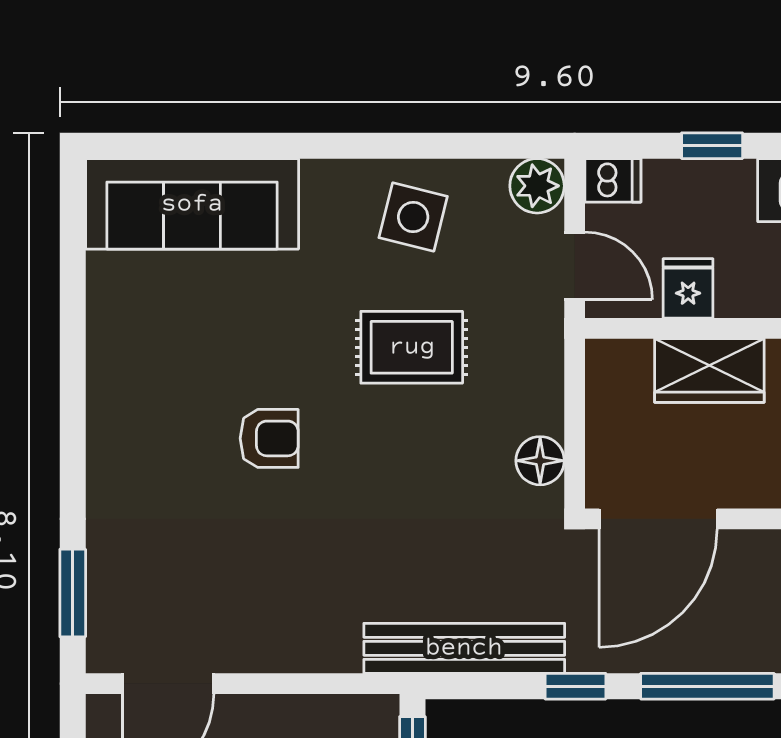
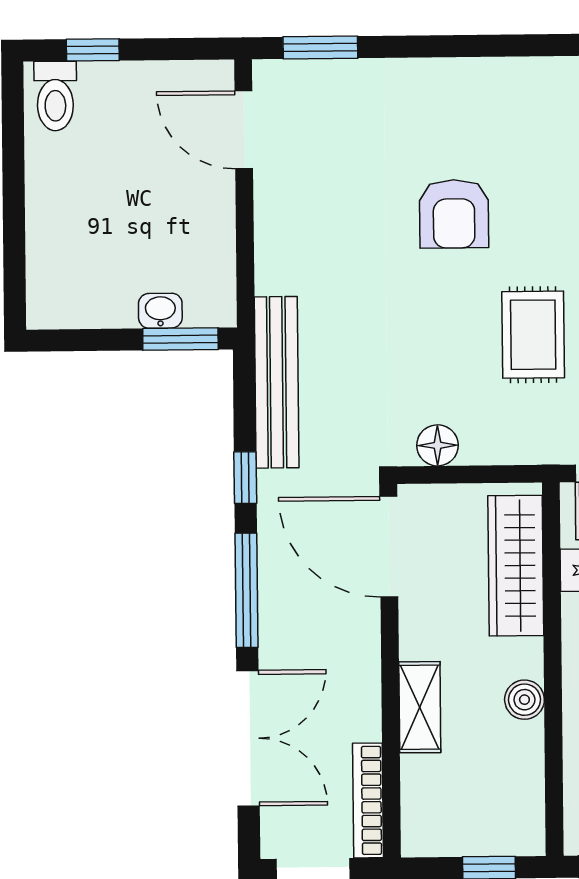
wardrobe: (709, 371) -> (516, 566), width x1.50
armchair: (269, 438) -> (454, 214), width x1.38, depth x1.38

